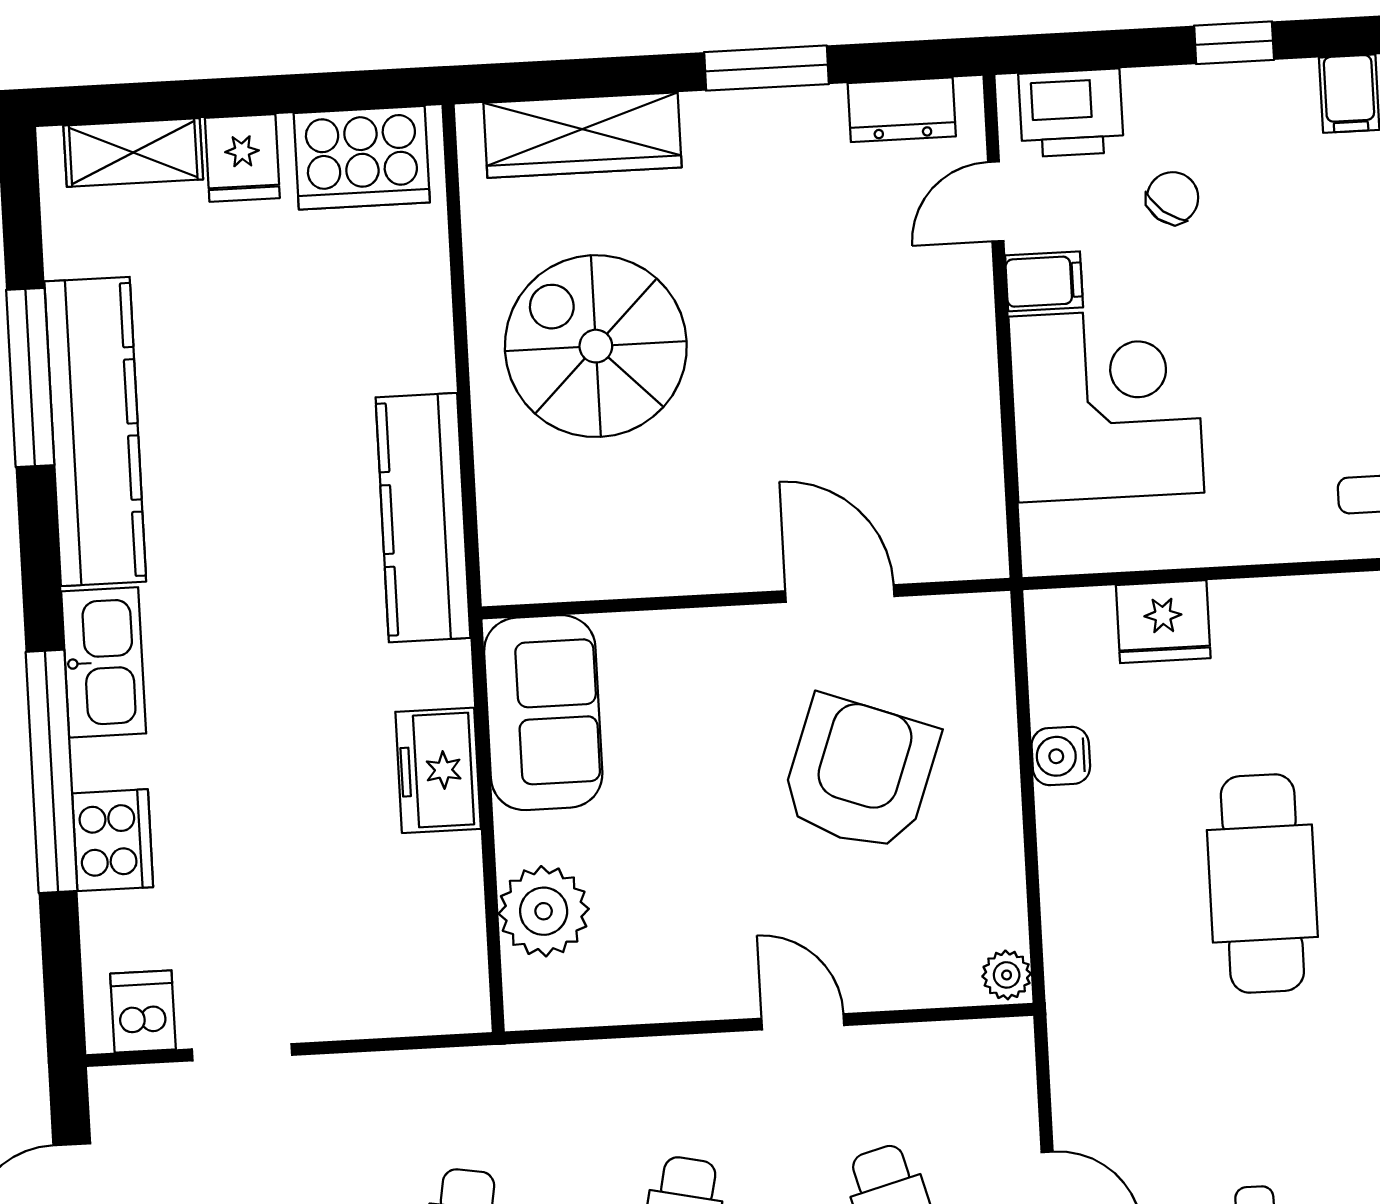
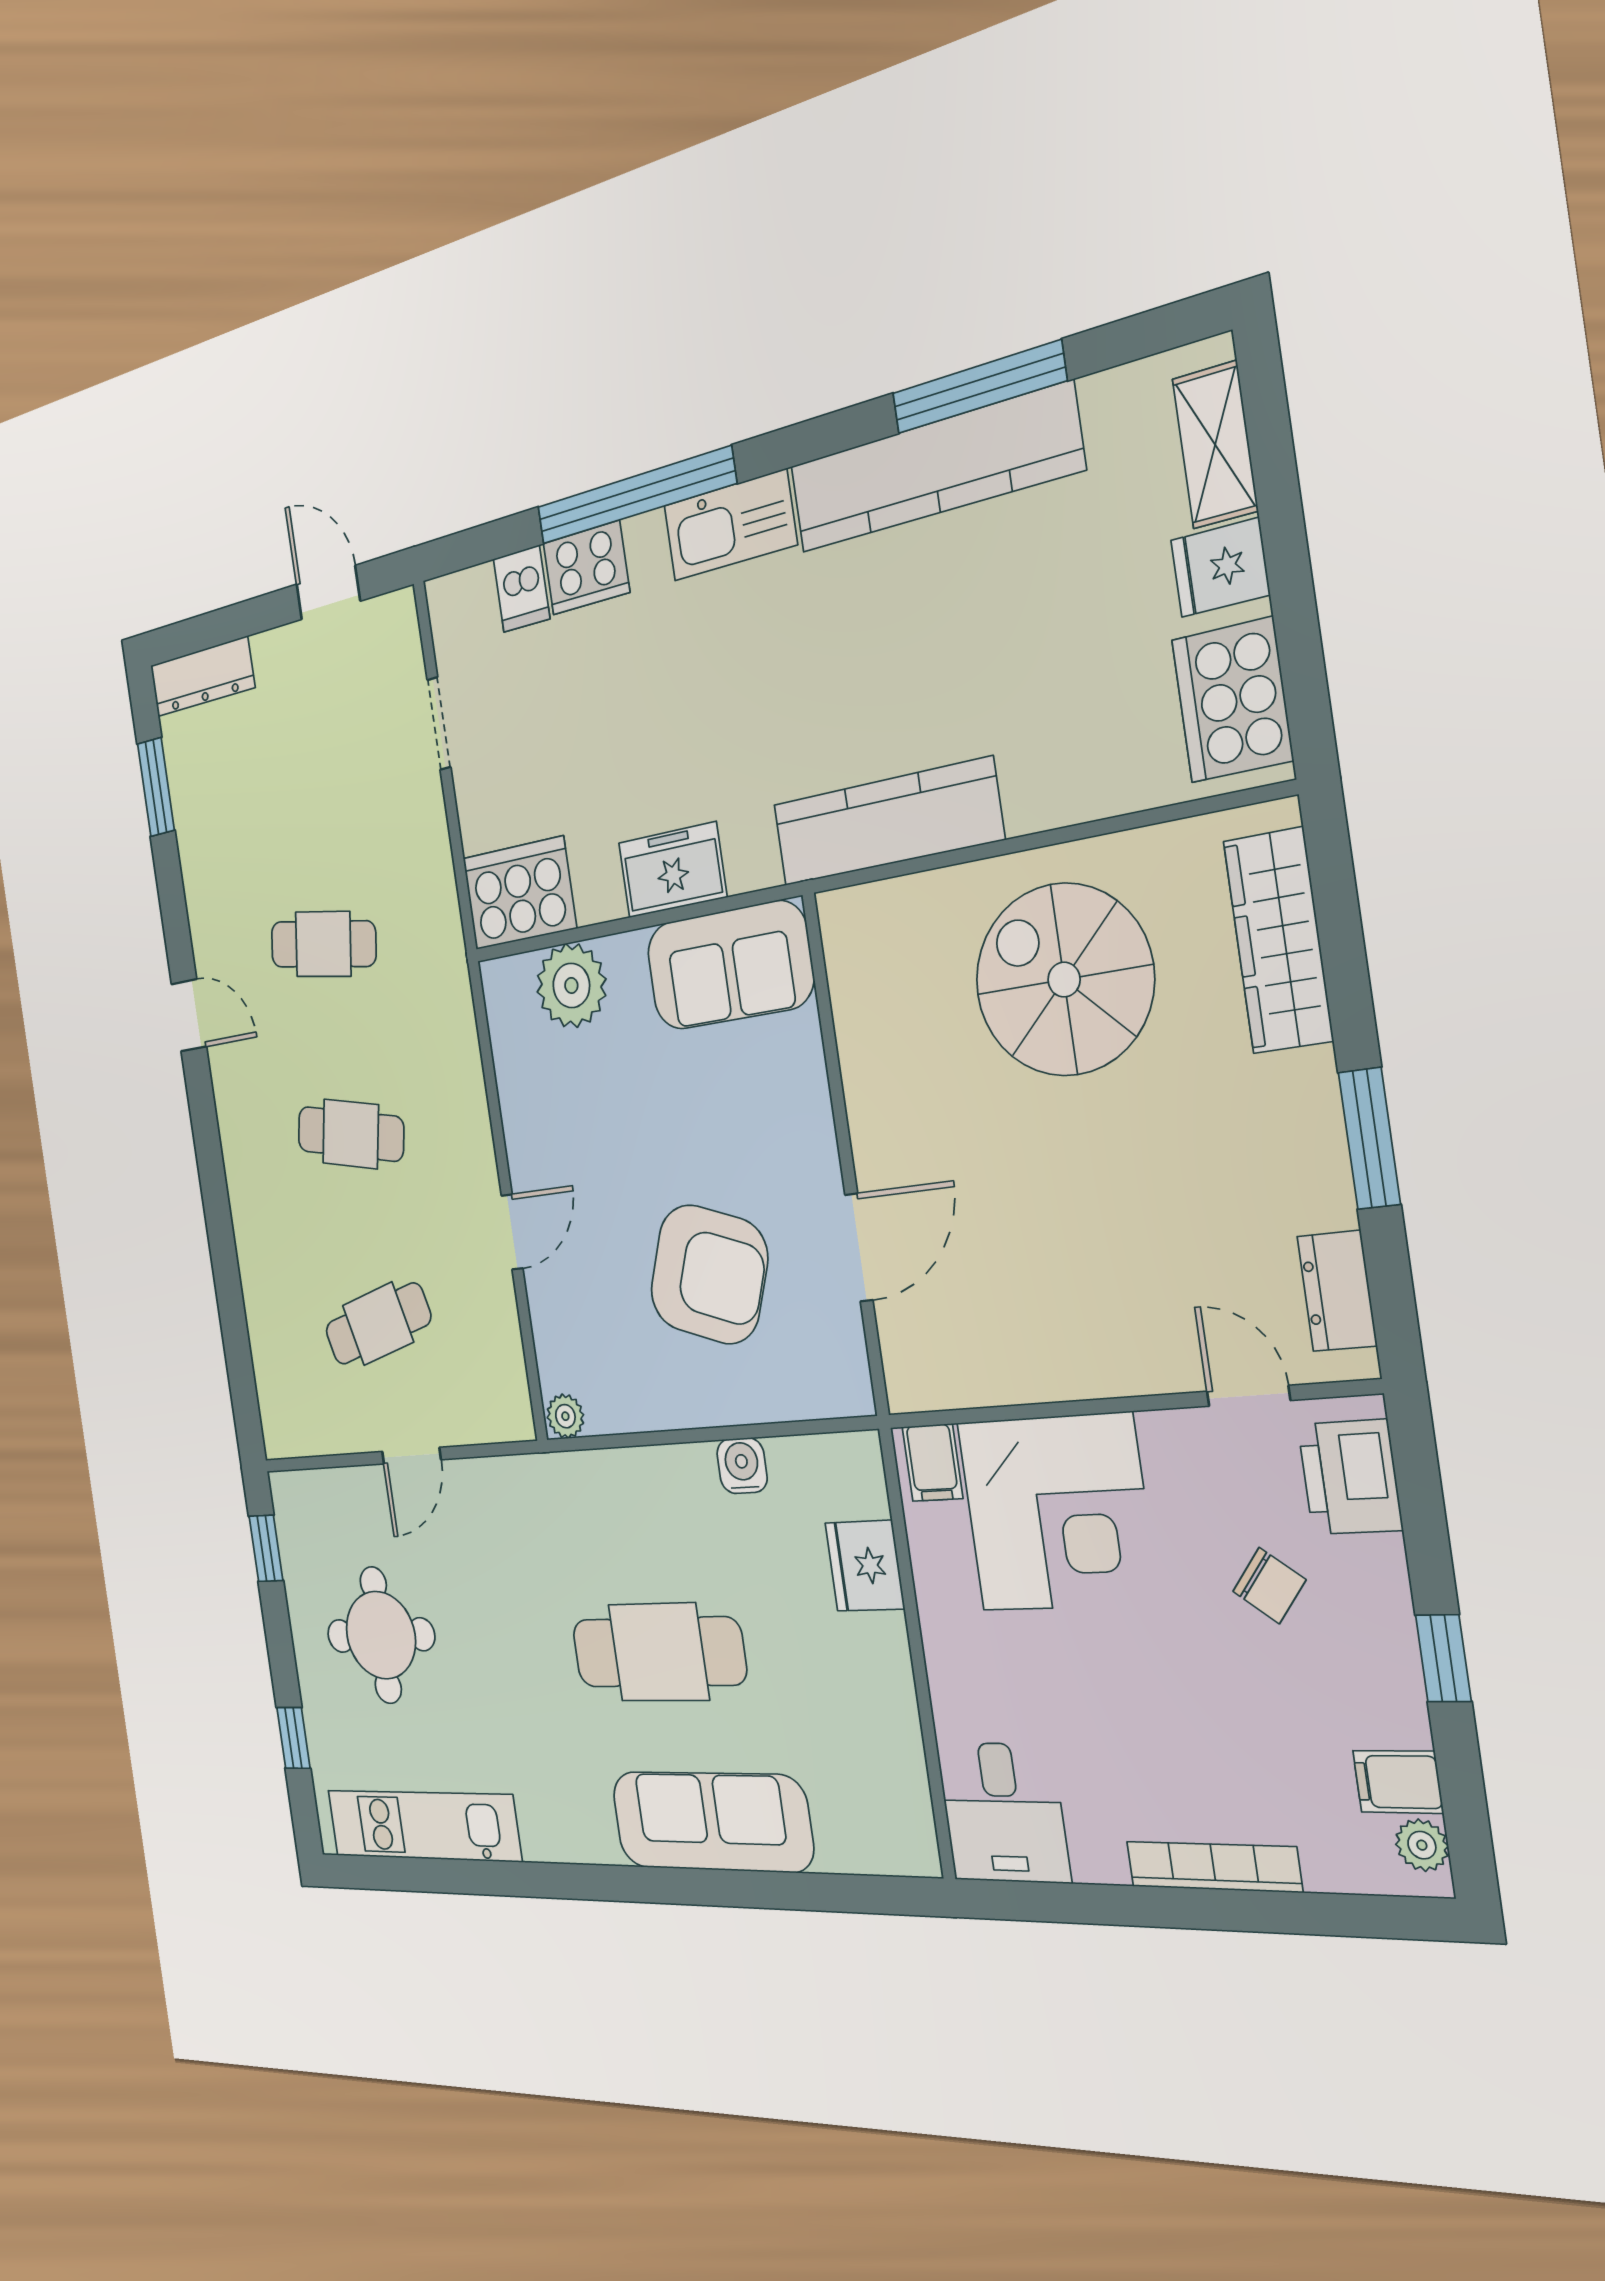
filing cabinet: (1044, 281) -> (932, 1463), moved
spiral stairs: (596, 346) -> (1064, 980), turned -90
cooker: (438, 967) -> (519, 893), added
dishwasher: (143, 1011) -> (522, 589), moved, turned 90

